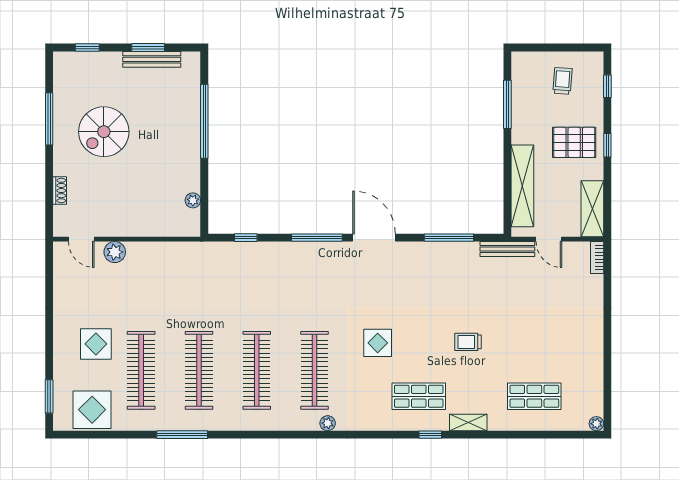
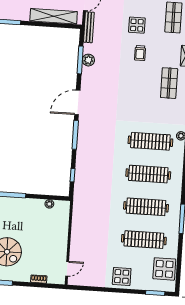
plant: (115, 252) -> (88, 60), moved
display table: (378, 343) -> (137, 25), moved
display table: (96, 344) -> (122, 276), moved

